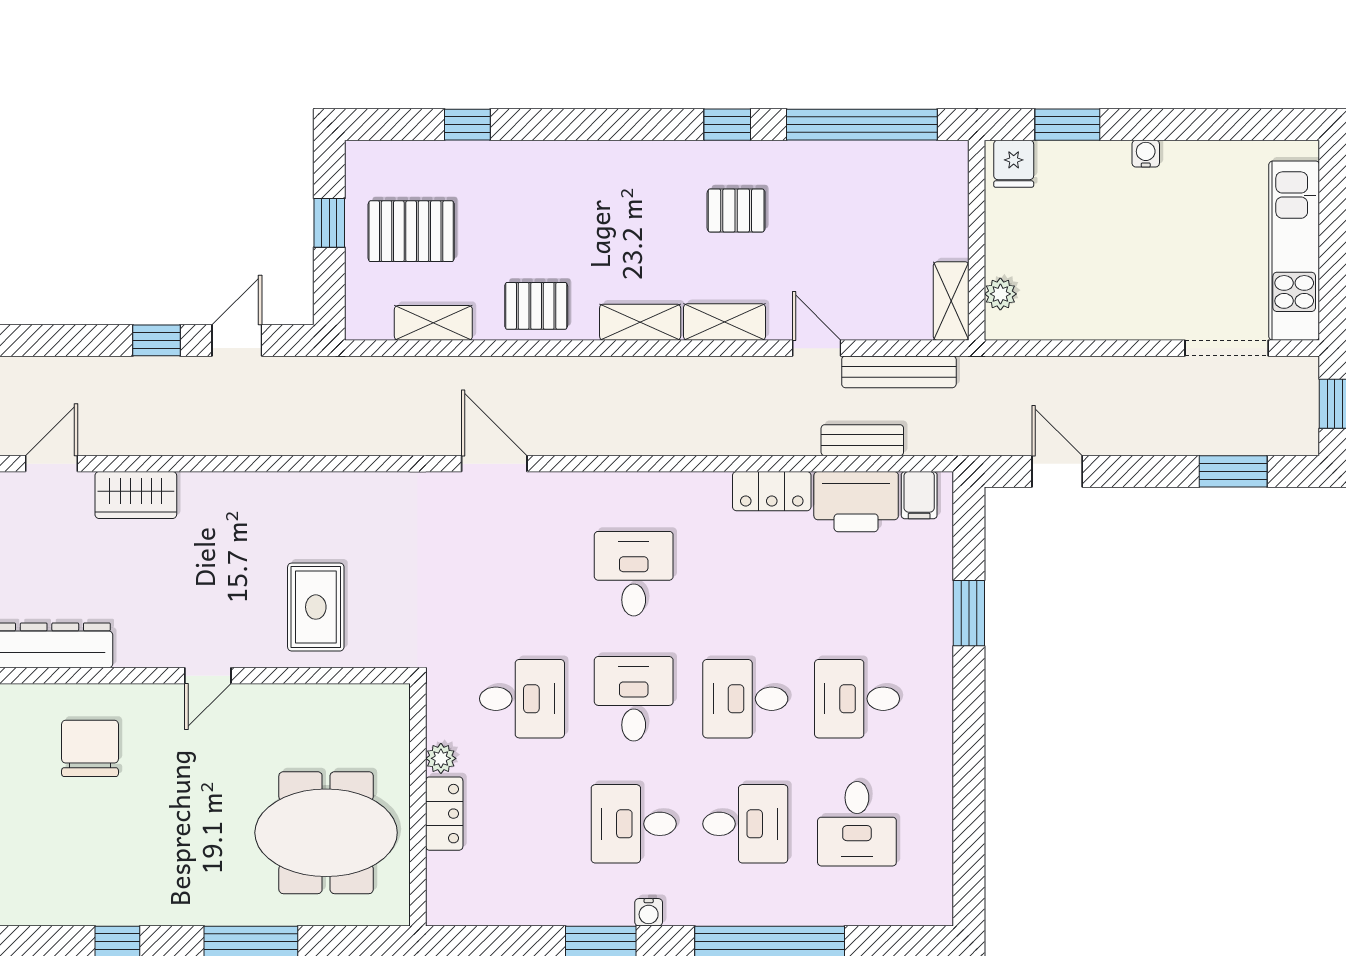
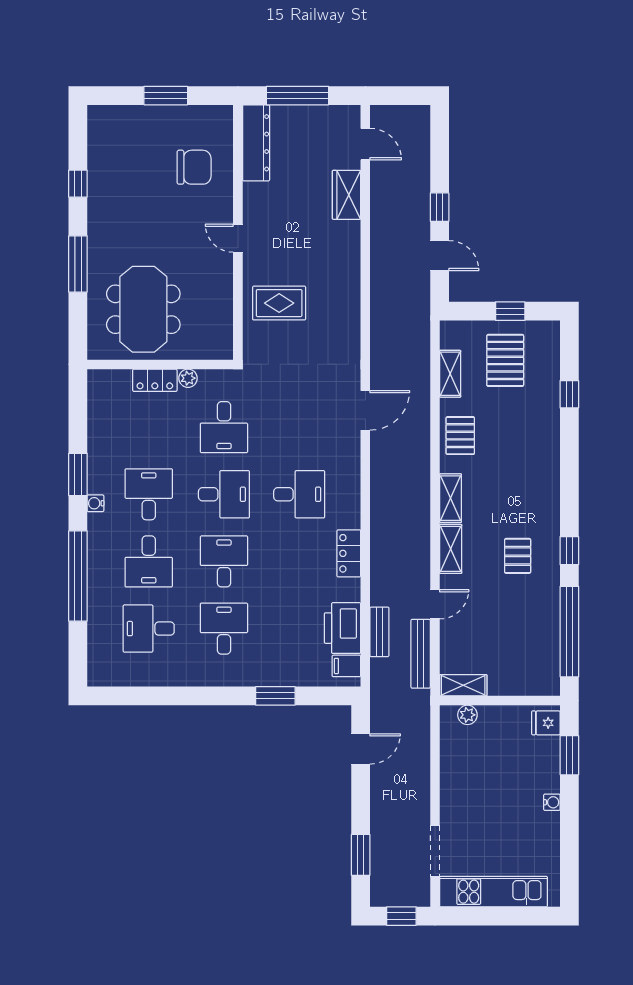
locker: (772, 491) -> (349, 553), moved

